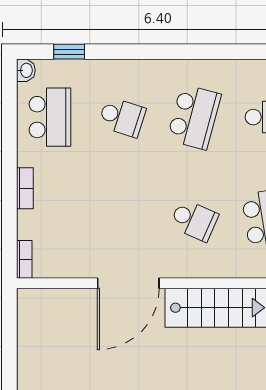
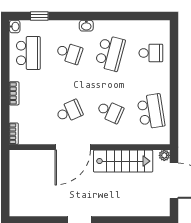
washbasin: (152, 69) -> (86, 26), added
school desk: (122, 220) -> (69, 111), added

